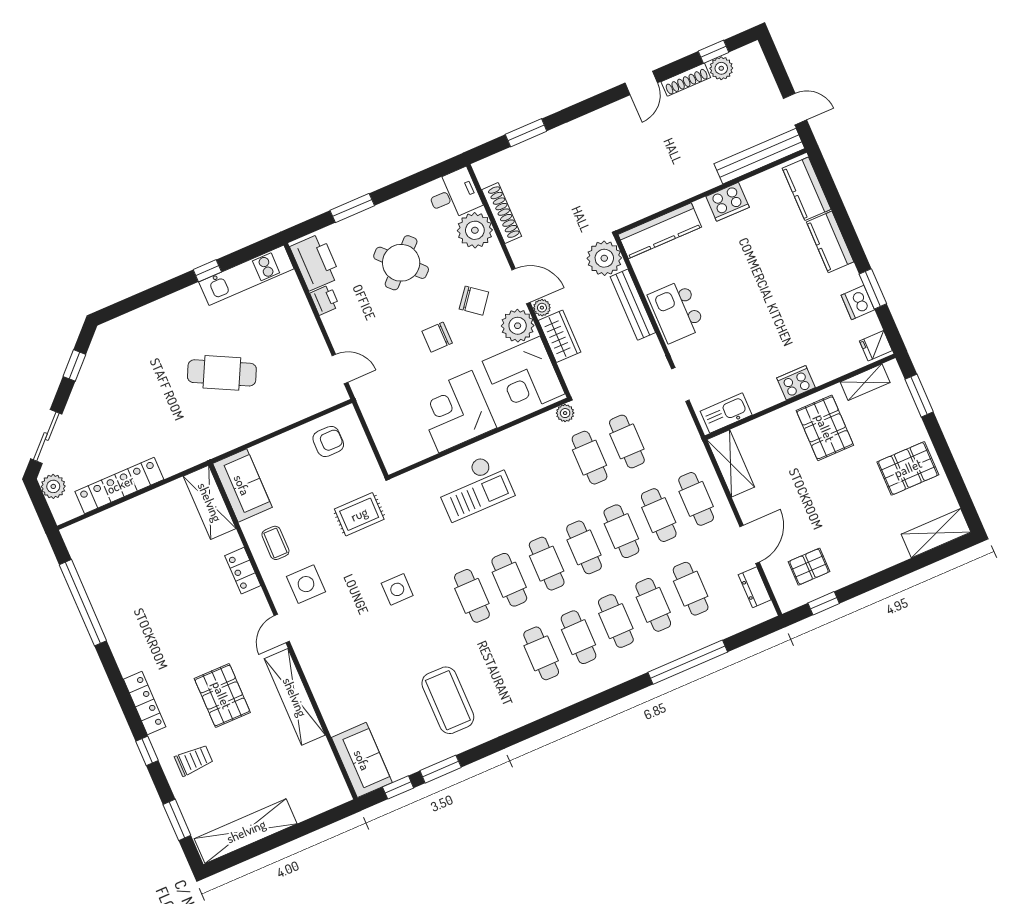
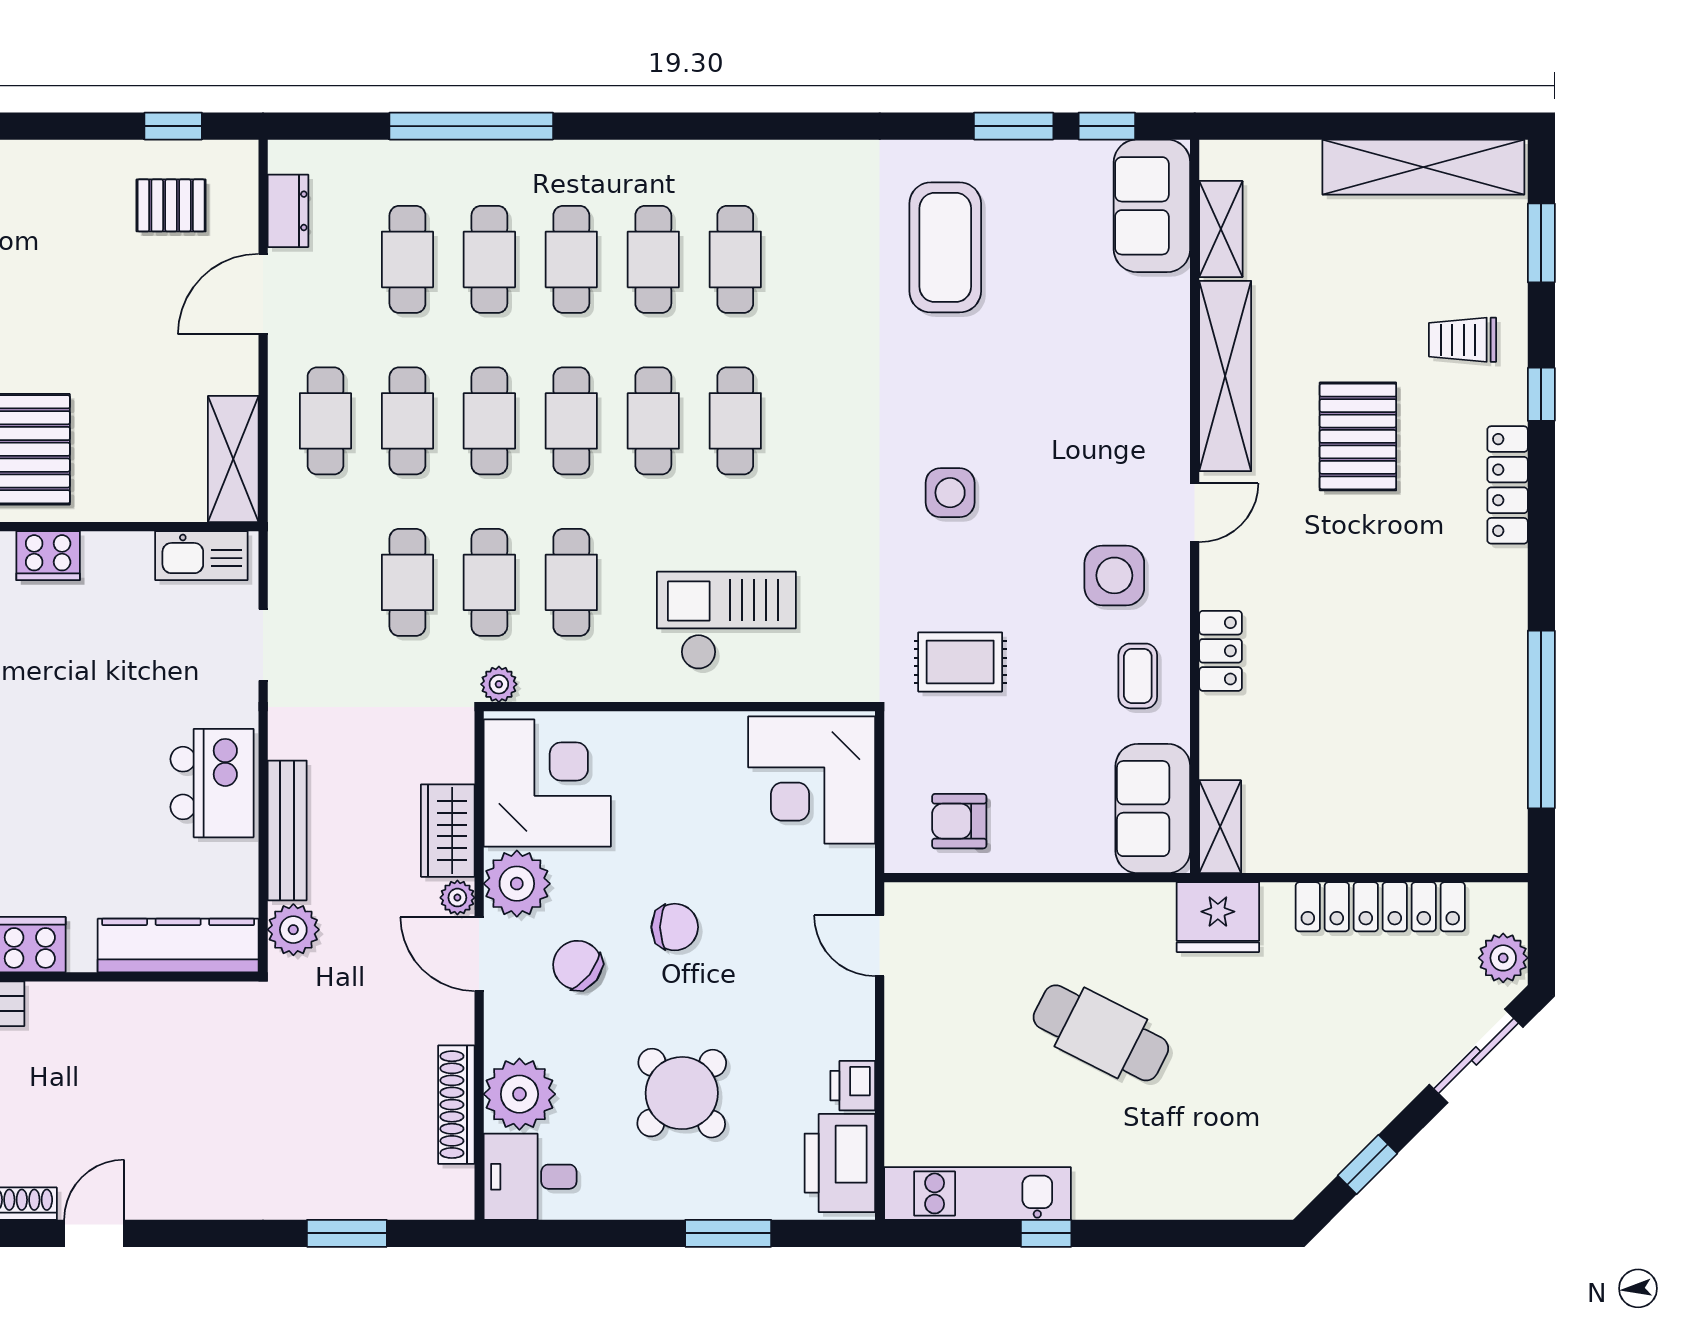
plant: (604, 258) -> (293, 930), width x0.73, depth x0.73
corner desk: (455, 412) -> (812, 780), moved, turned 90
fridge: (191, 449) -> (1218, 917), added
shelving: (210, 502) -> (1220, 827), width x0.67, depth x0.75
cafe table: (472, 596) -> (571, 582), moved
shelving: (326, 763) -> (1221, 229), added

